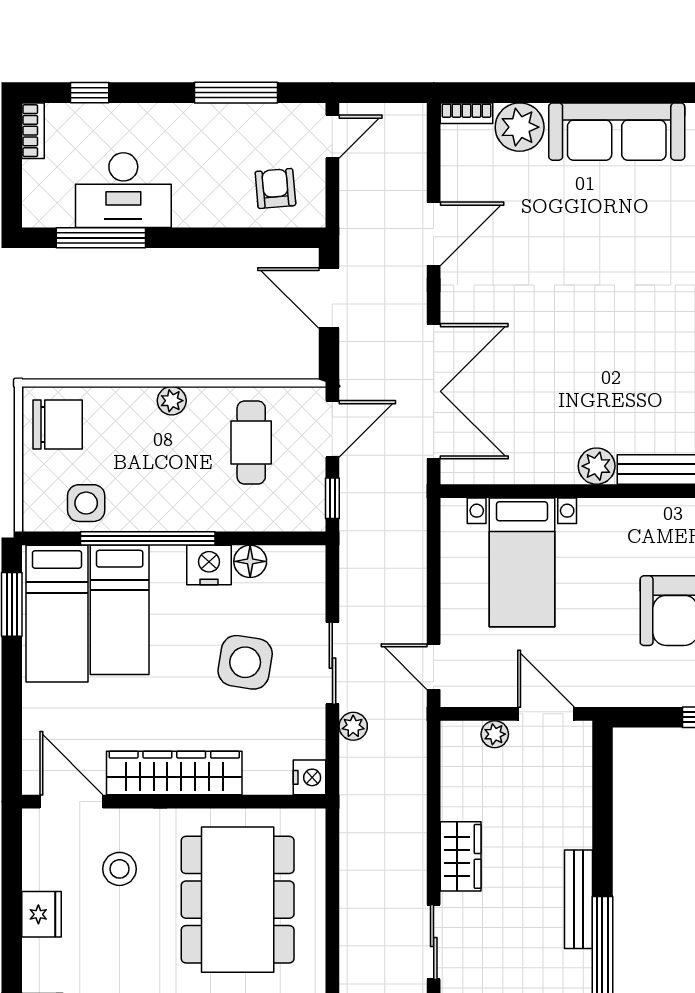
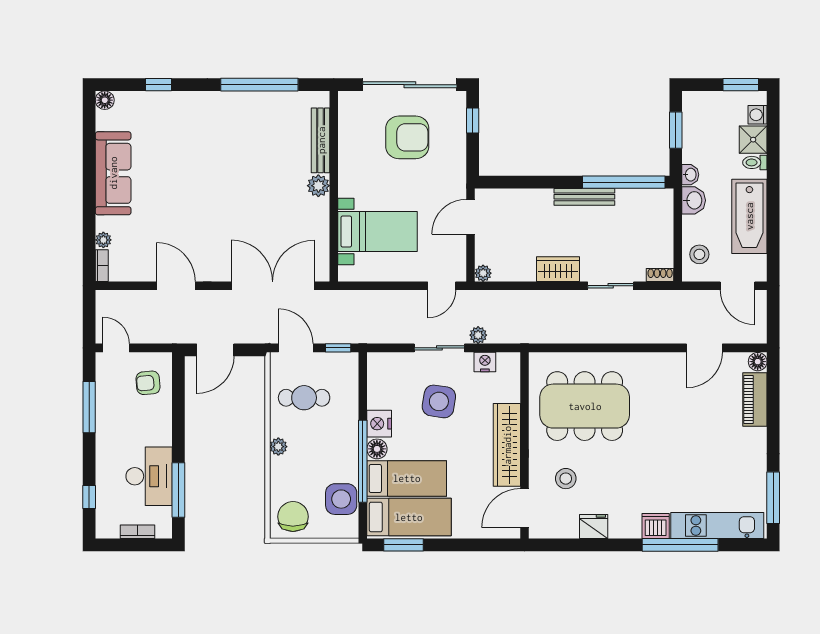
plant: (520, 127) -> (103, 240), width x0.53, depth x0.53
bookcase: (33, 131) -> (138, 532), moved
side table: (86, 503) -> (341, 499), width x1.37, depth x1.37
floor lamp: (250, 561) -> (377, 449), moved
plant: (495, 734) -> (483, 273), moved
nightstand: (310, 777) -> (485, 362), moved

